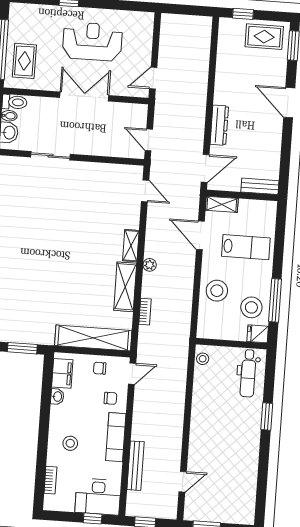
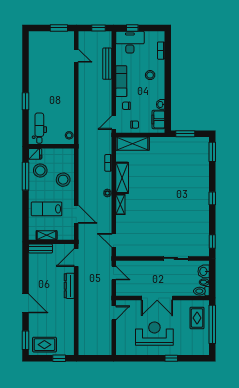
reception desk: (92, 41) -> (154, 334), turned 180
shelving: (222, 204) -> (47, 235), moved
shelving: (93, 338) -> (132, 144), width x0.68
door: (183, 482) -> (76, 56), swing flipped

